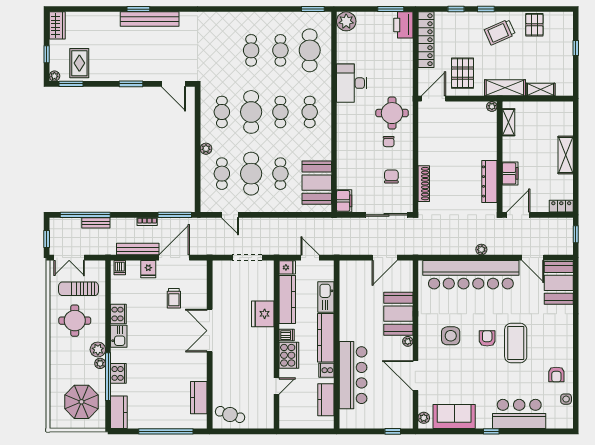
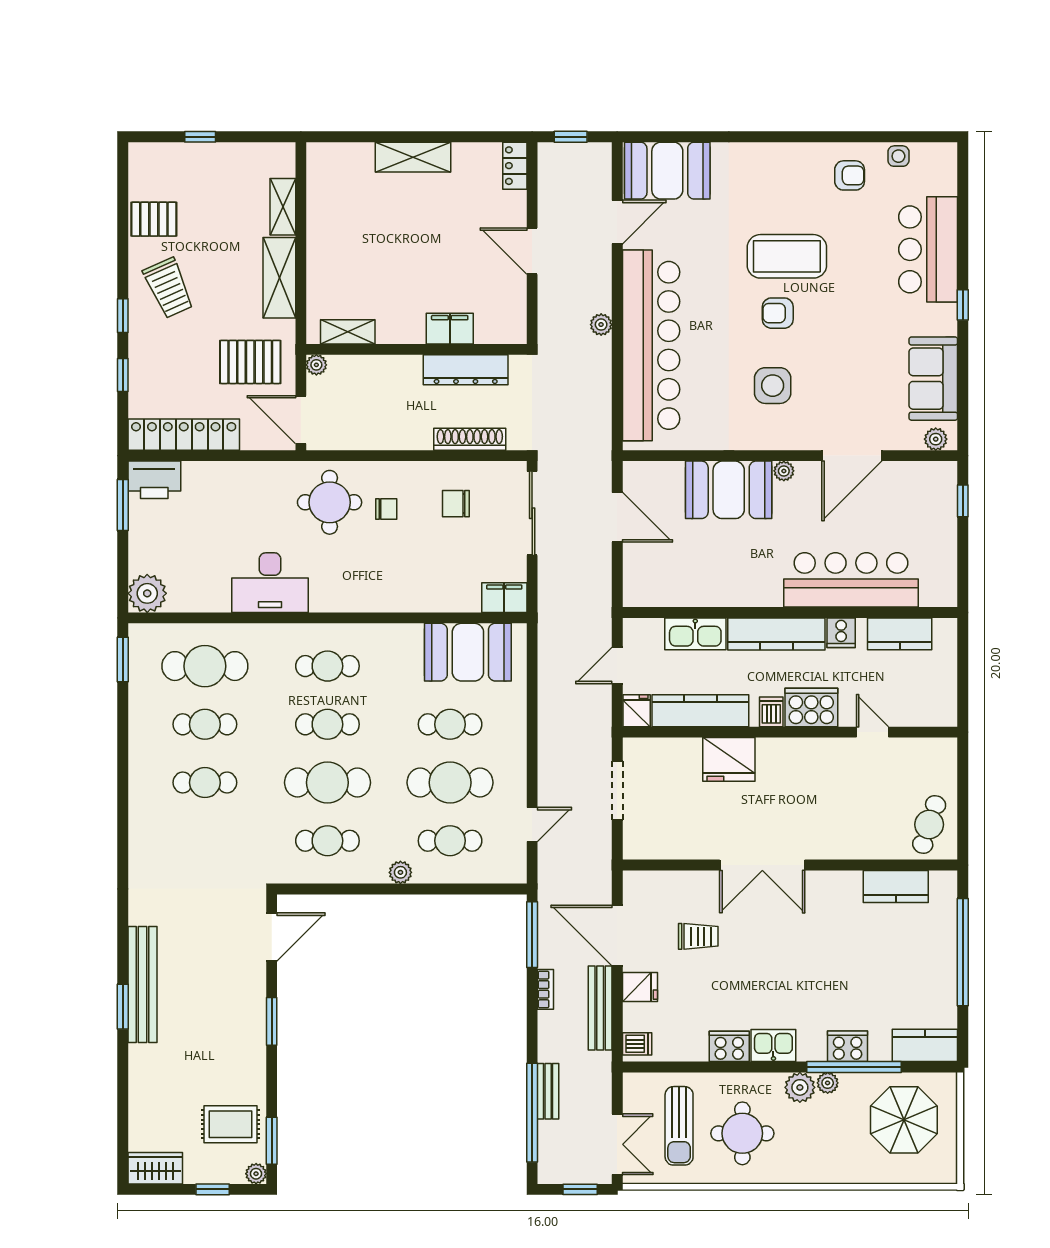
plant: (492, 106) -> (316, 365), moved
shelving: (508, 122) -> (348, 332), moved
wall: (500, 157) -> (417, 349), moved
filing cabinet: (510, 173) -> (450, 329), moved
dresser: (489, 181) -> (466, 370), moved

